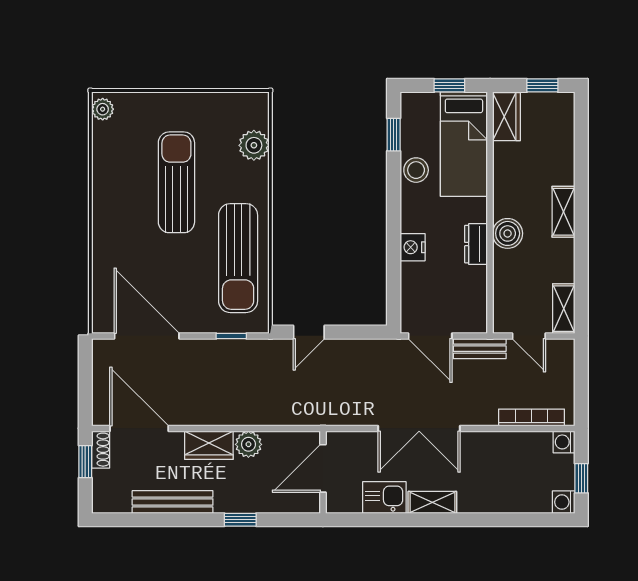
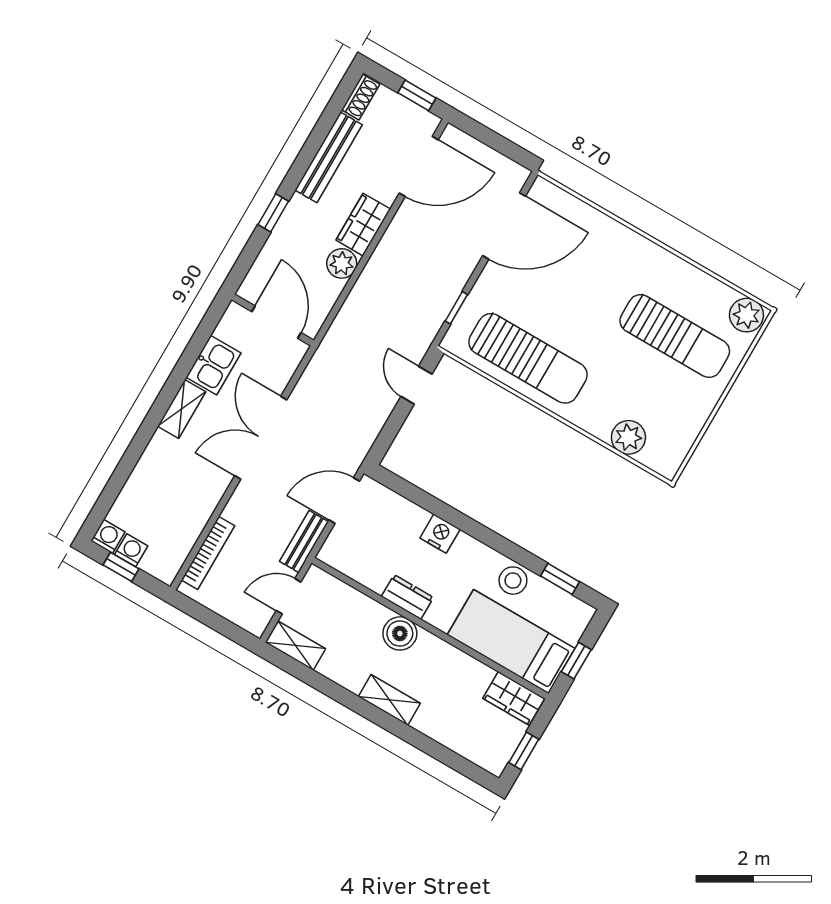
plant: (103, 109) -> (746, 315), width x1.38, depth x1.38
sun lounger: (176, 182) -> (675, 336), moved
sun lounger: (238, 258) -> (528, 358), turned 180
washing machine: (564, 442) -> (131, 550), moved
shoe rack: (101, 450) -> (361, 97), moved, turned -90

